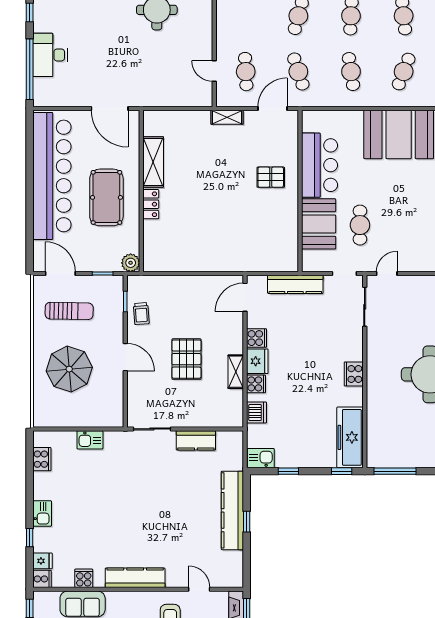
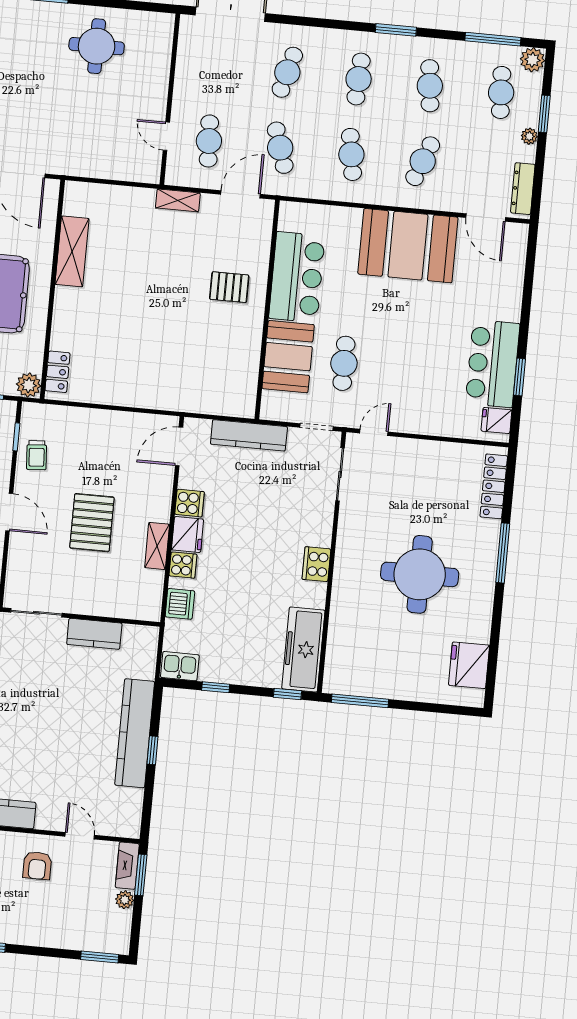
locker: (151, 204) -> (58, 372), moved

